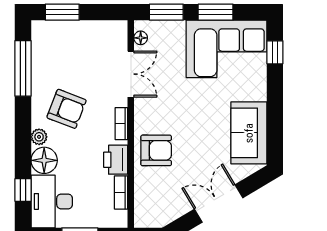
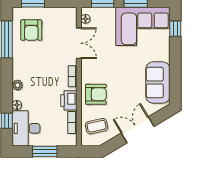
armchair: (67, 109) -> (31, 30), moved, turned 69
floor lamp: (44, 160) -> (17, 105), width x0.53, depth x0.53
coffee table: (157, 198) -> (97, 126), added

